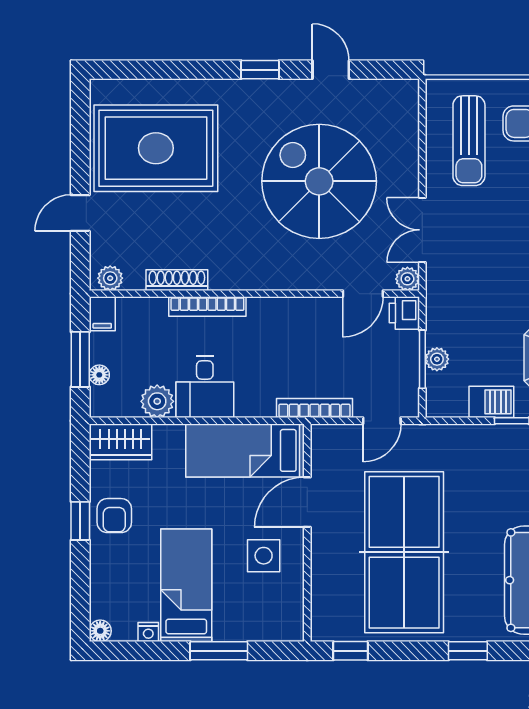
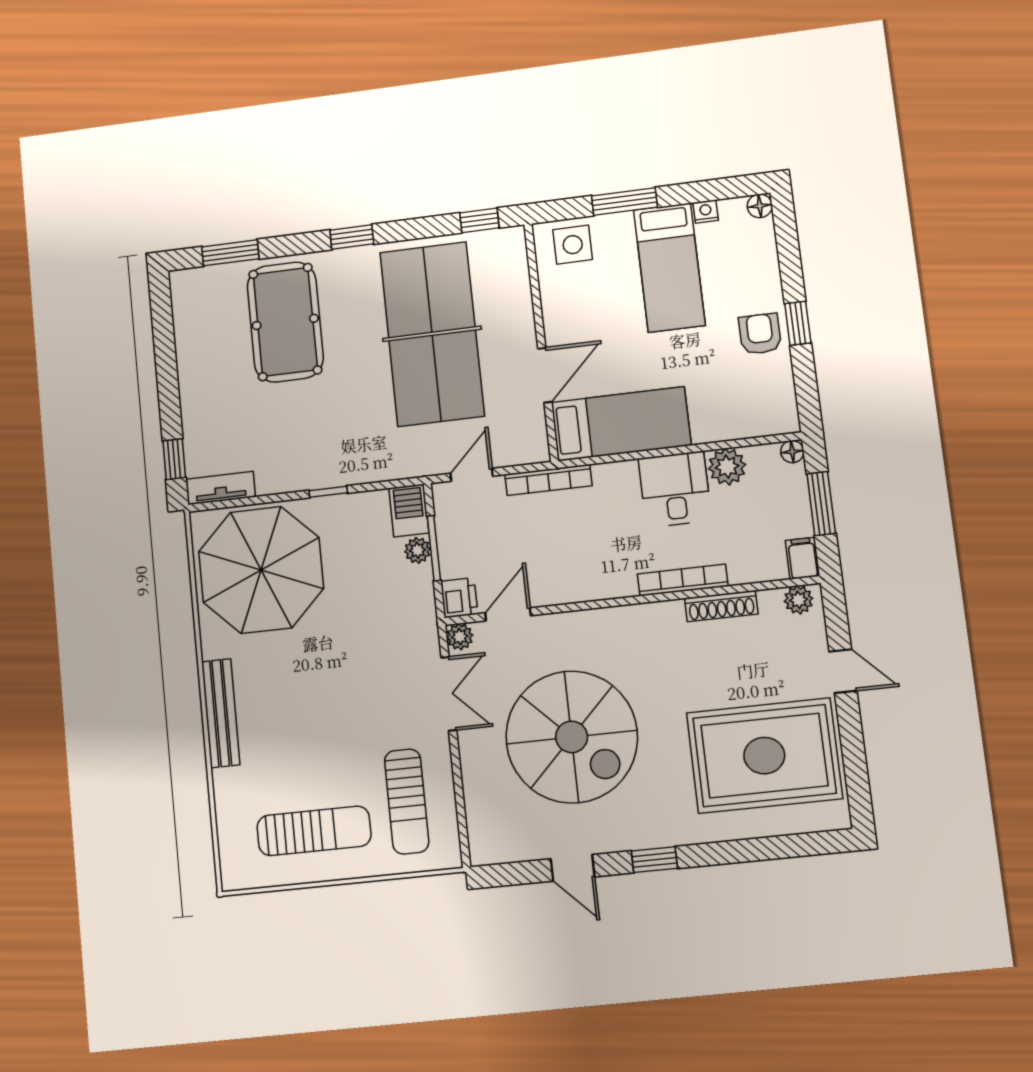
sun lounger: (469, 141) -> (407, 801), turned 180
door: (80, 213) -> (843, 671), hinge flipped
floor lamp: (99, 375) -> (792, 452), moved
barbecue: (491, 402) -> (409, 510), moved, turned 90
wardrobe: (121, 442) -> (763, 416), removed
side table: (264, 556) -> (573, 245), moved

